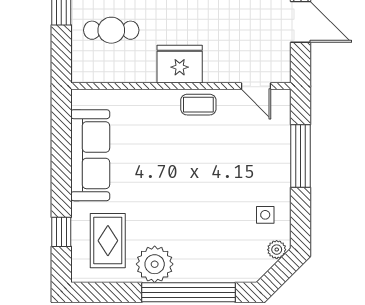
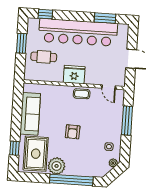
armchair: (184, 188) -> (73, 132), added
rug: (108, 241) -> (36, 154), width x1.36, depth x1.43

